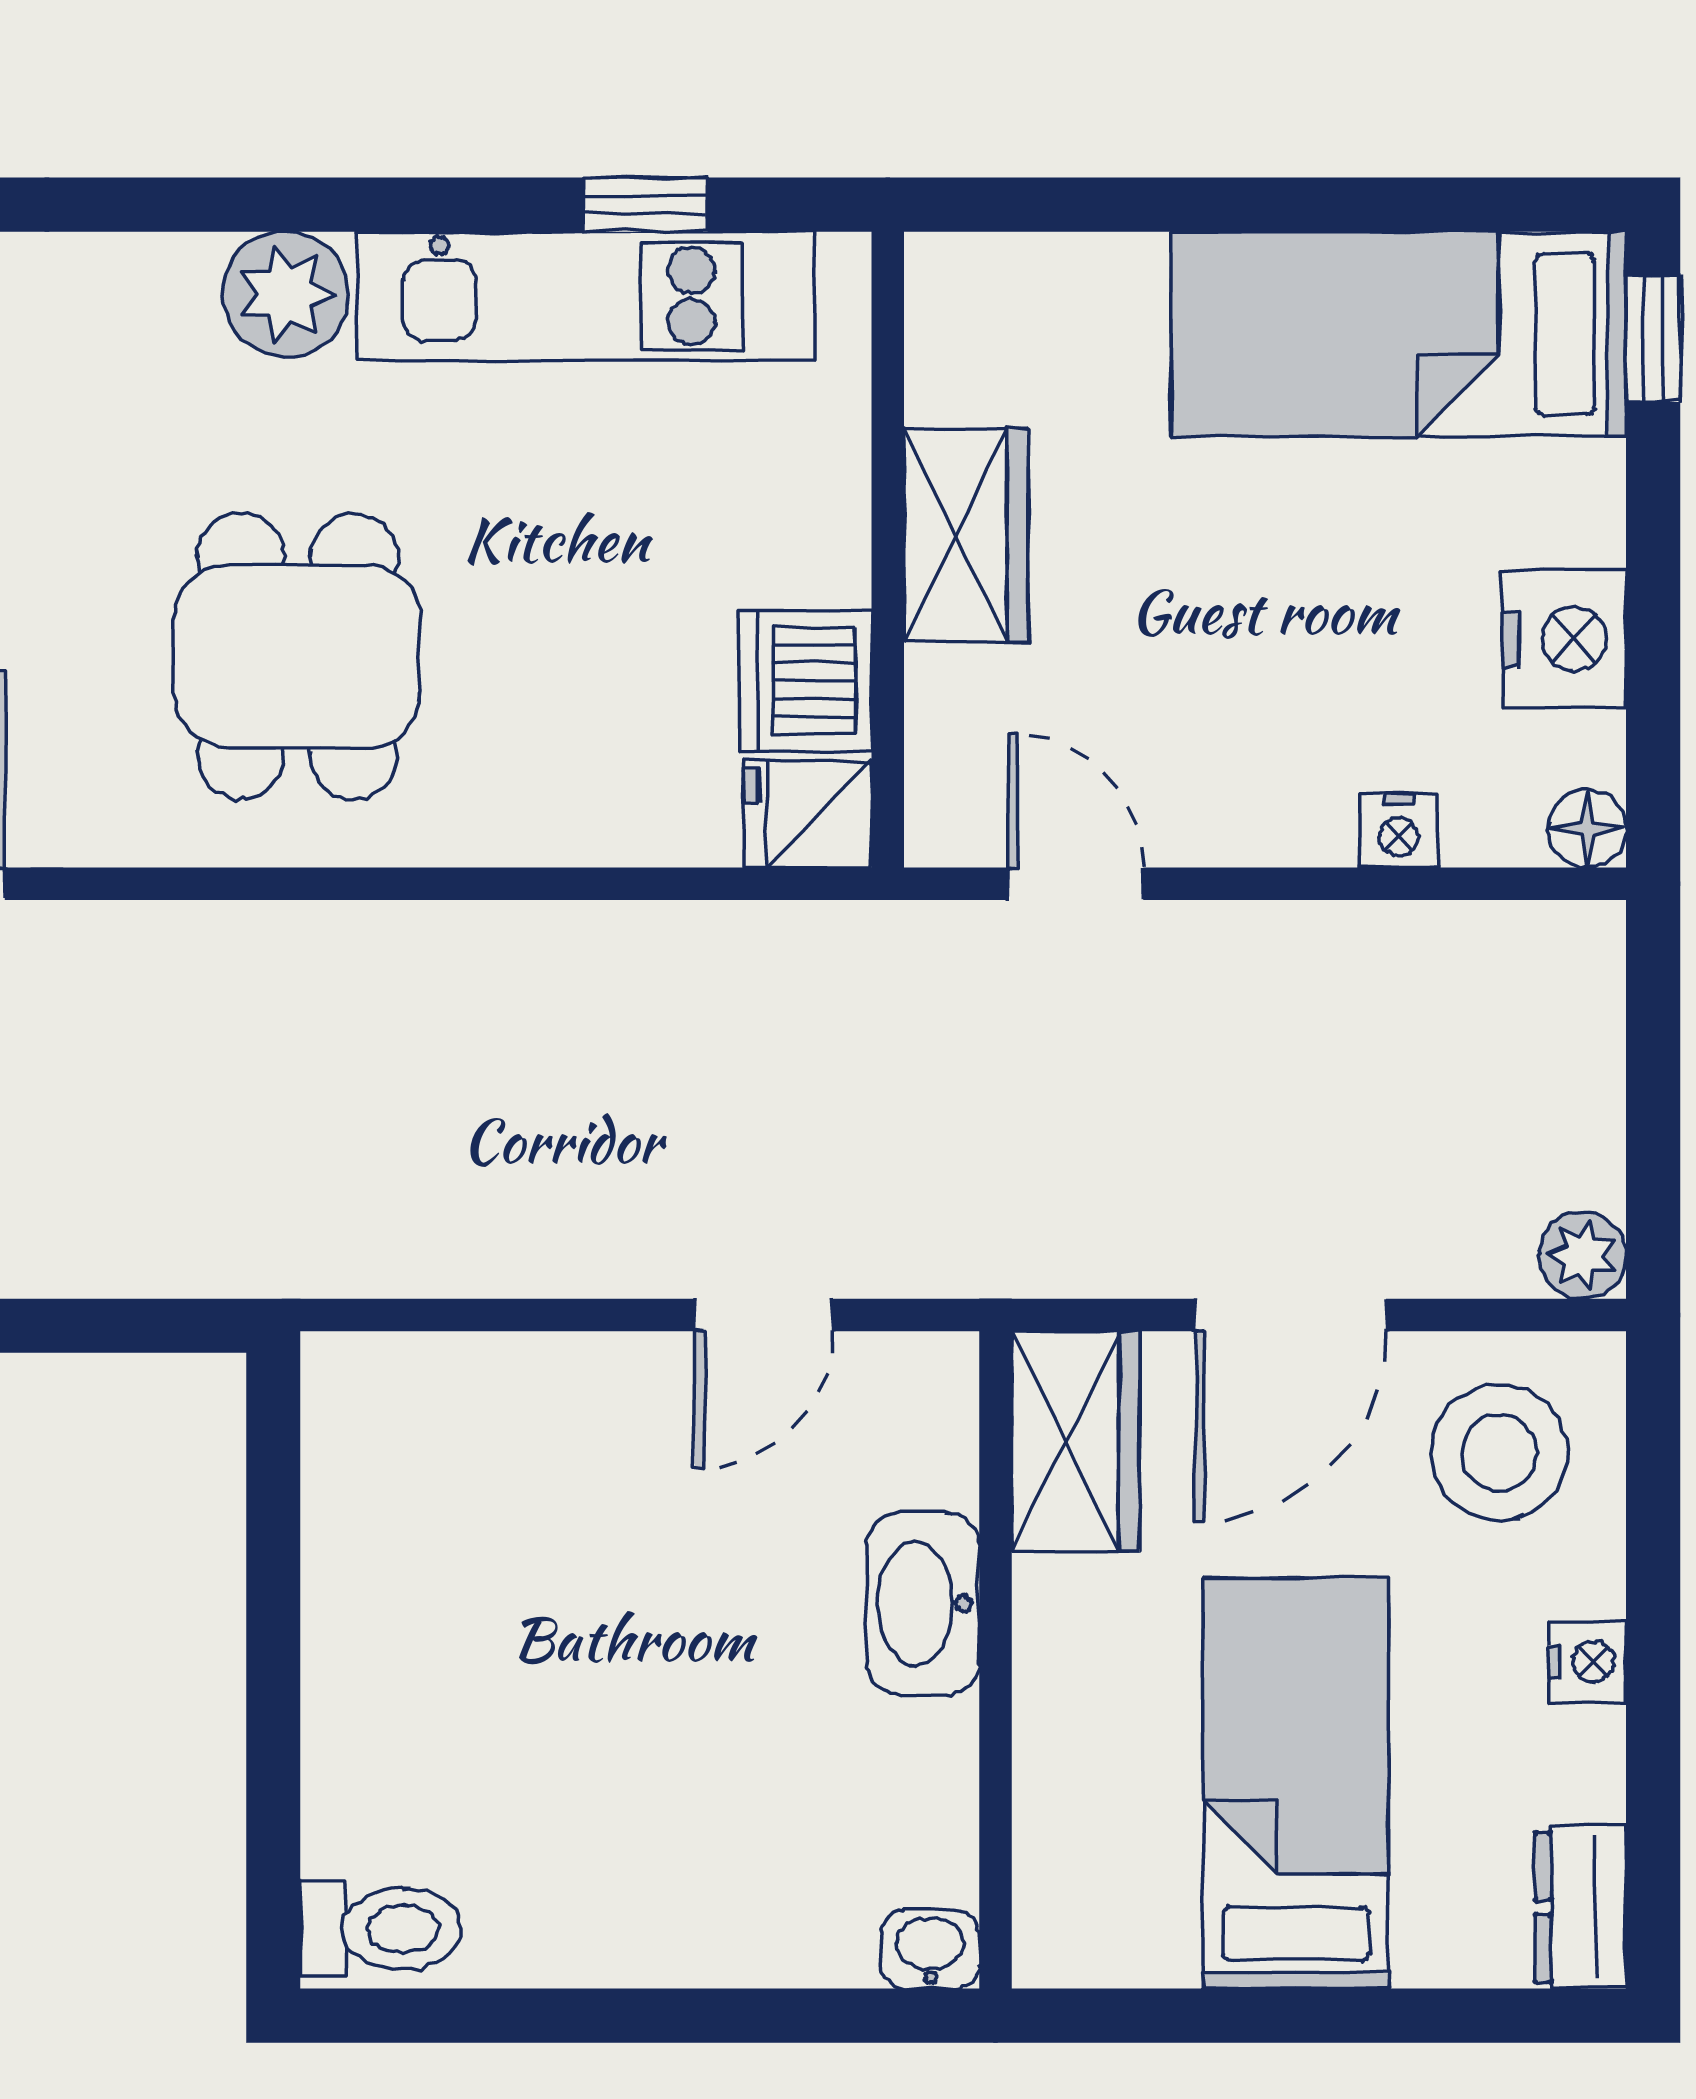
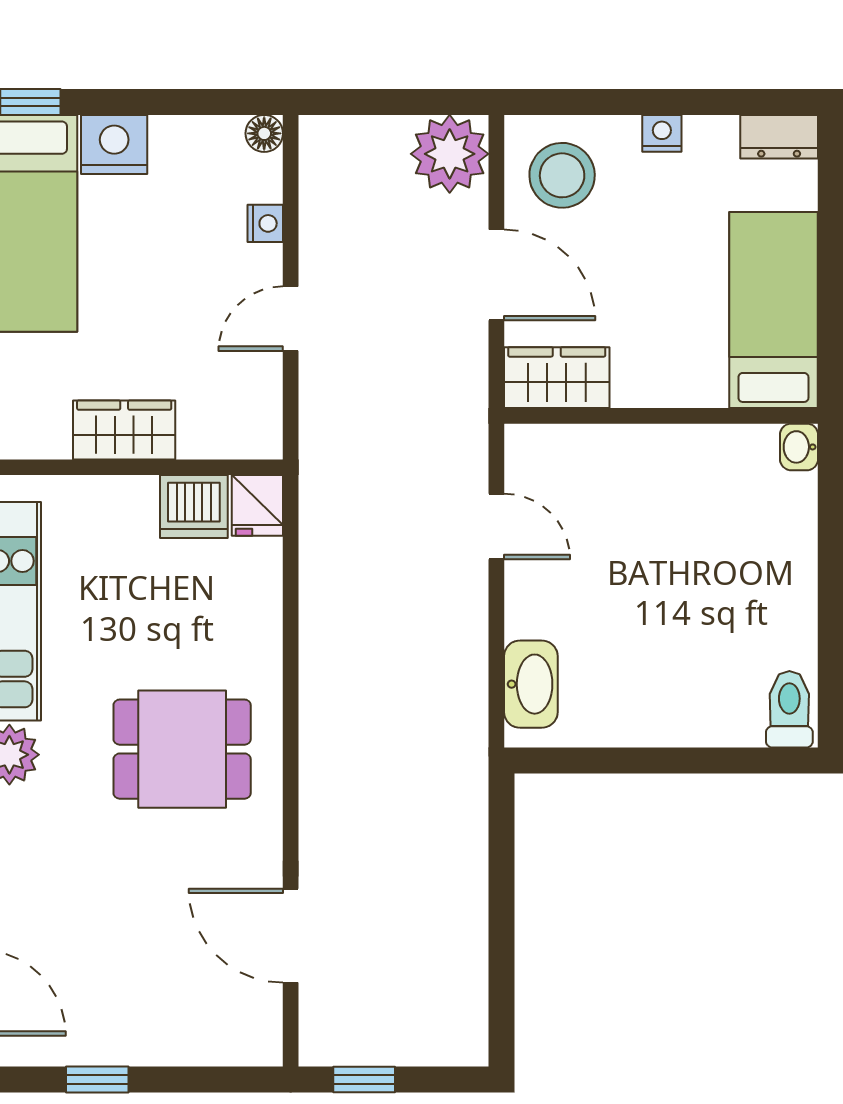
nightstand: (1564, 639) -> (114, 144), moved
door: (1076, 884) -> (291, 319), moved
plant: (1583, 1255) -> (450, 154), width x1.88, depth x1.88
washbasin: (923, 1604) -> (531, 684), moved, turned -90
bed: (1296, 1783) -> (773, 310), moved, turned 90

